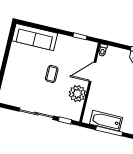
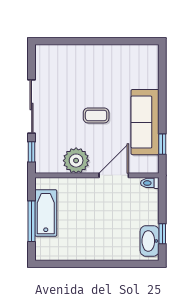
sofa: (35, 37) -> (145, 122), moved
door: (93, 72) -> (114, 175), hinge flipped

